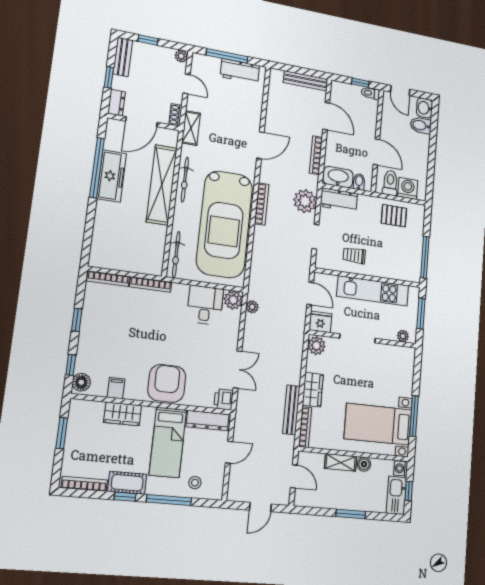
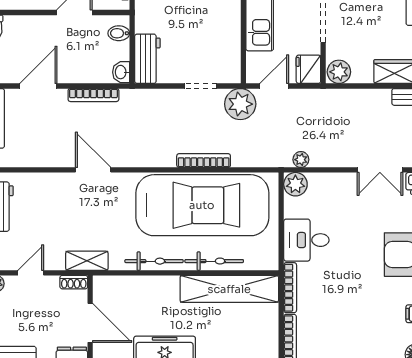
washbasin: (338, 177) -> (121, 72), width x0.52, depth x0.69
shelving: (162, 185) -> (229, 289), moved
plant: (305, 201) -> (240, 104), moved
bookcase: (262, 204) -> (204, 161), moved
bicycle: (176, 255) -> (214, 261), moved
trolley: (354, 255) -> (217, 32), removed
desk: (205, 305) -> (306, 240), moved
double door: (237, 370) -> (380, 170), swing flipped

